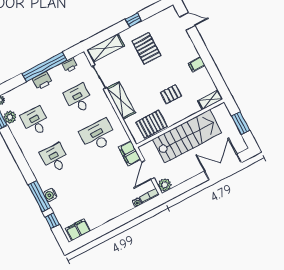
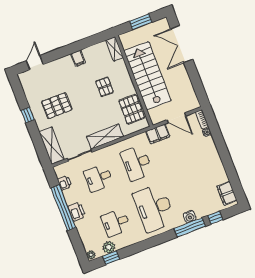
desk: (55, 158) -> (154, 208), width x1.87, depth x1.30
plant: (165, 185) -> (193, 103), removed

